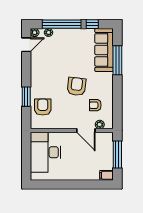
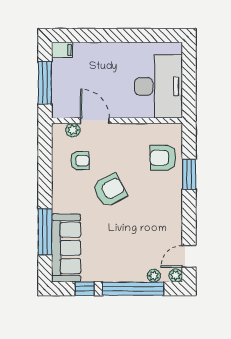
armchair: (76, 86) -> (110, 190), turned -125
armchair: (43, 107) -> (163, 158), turned 90

